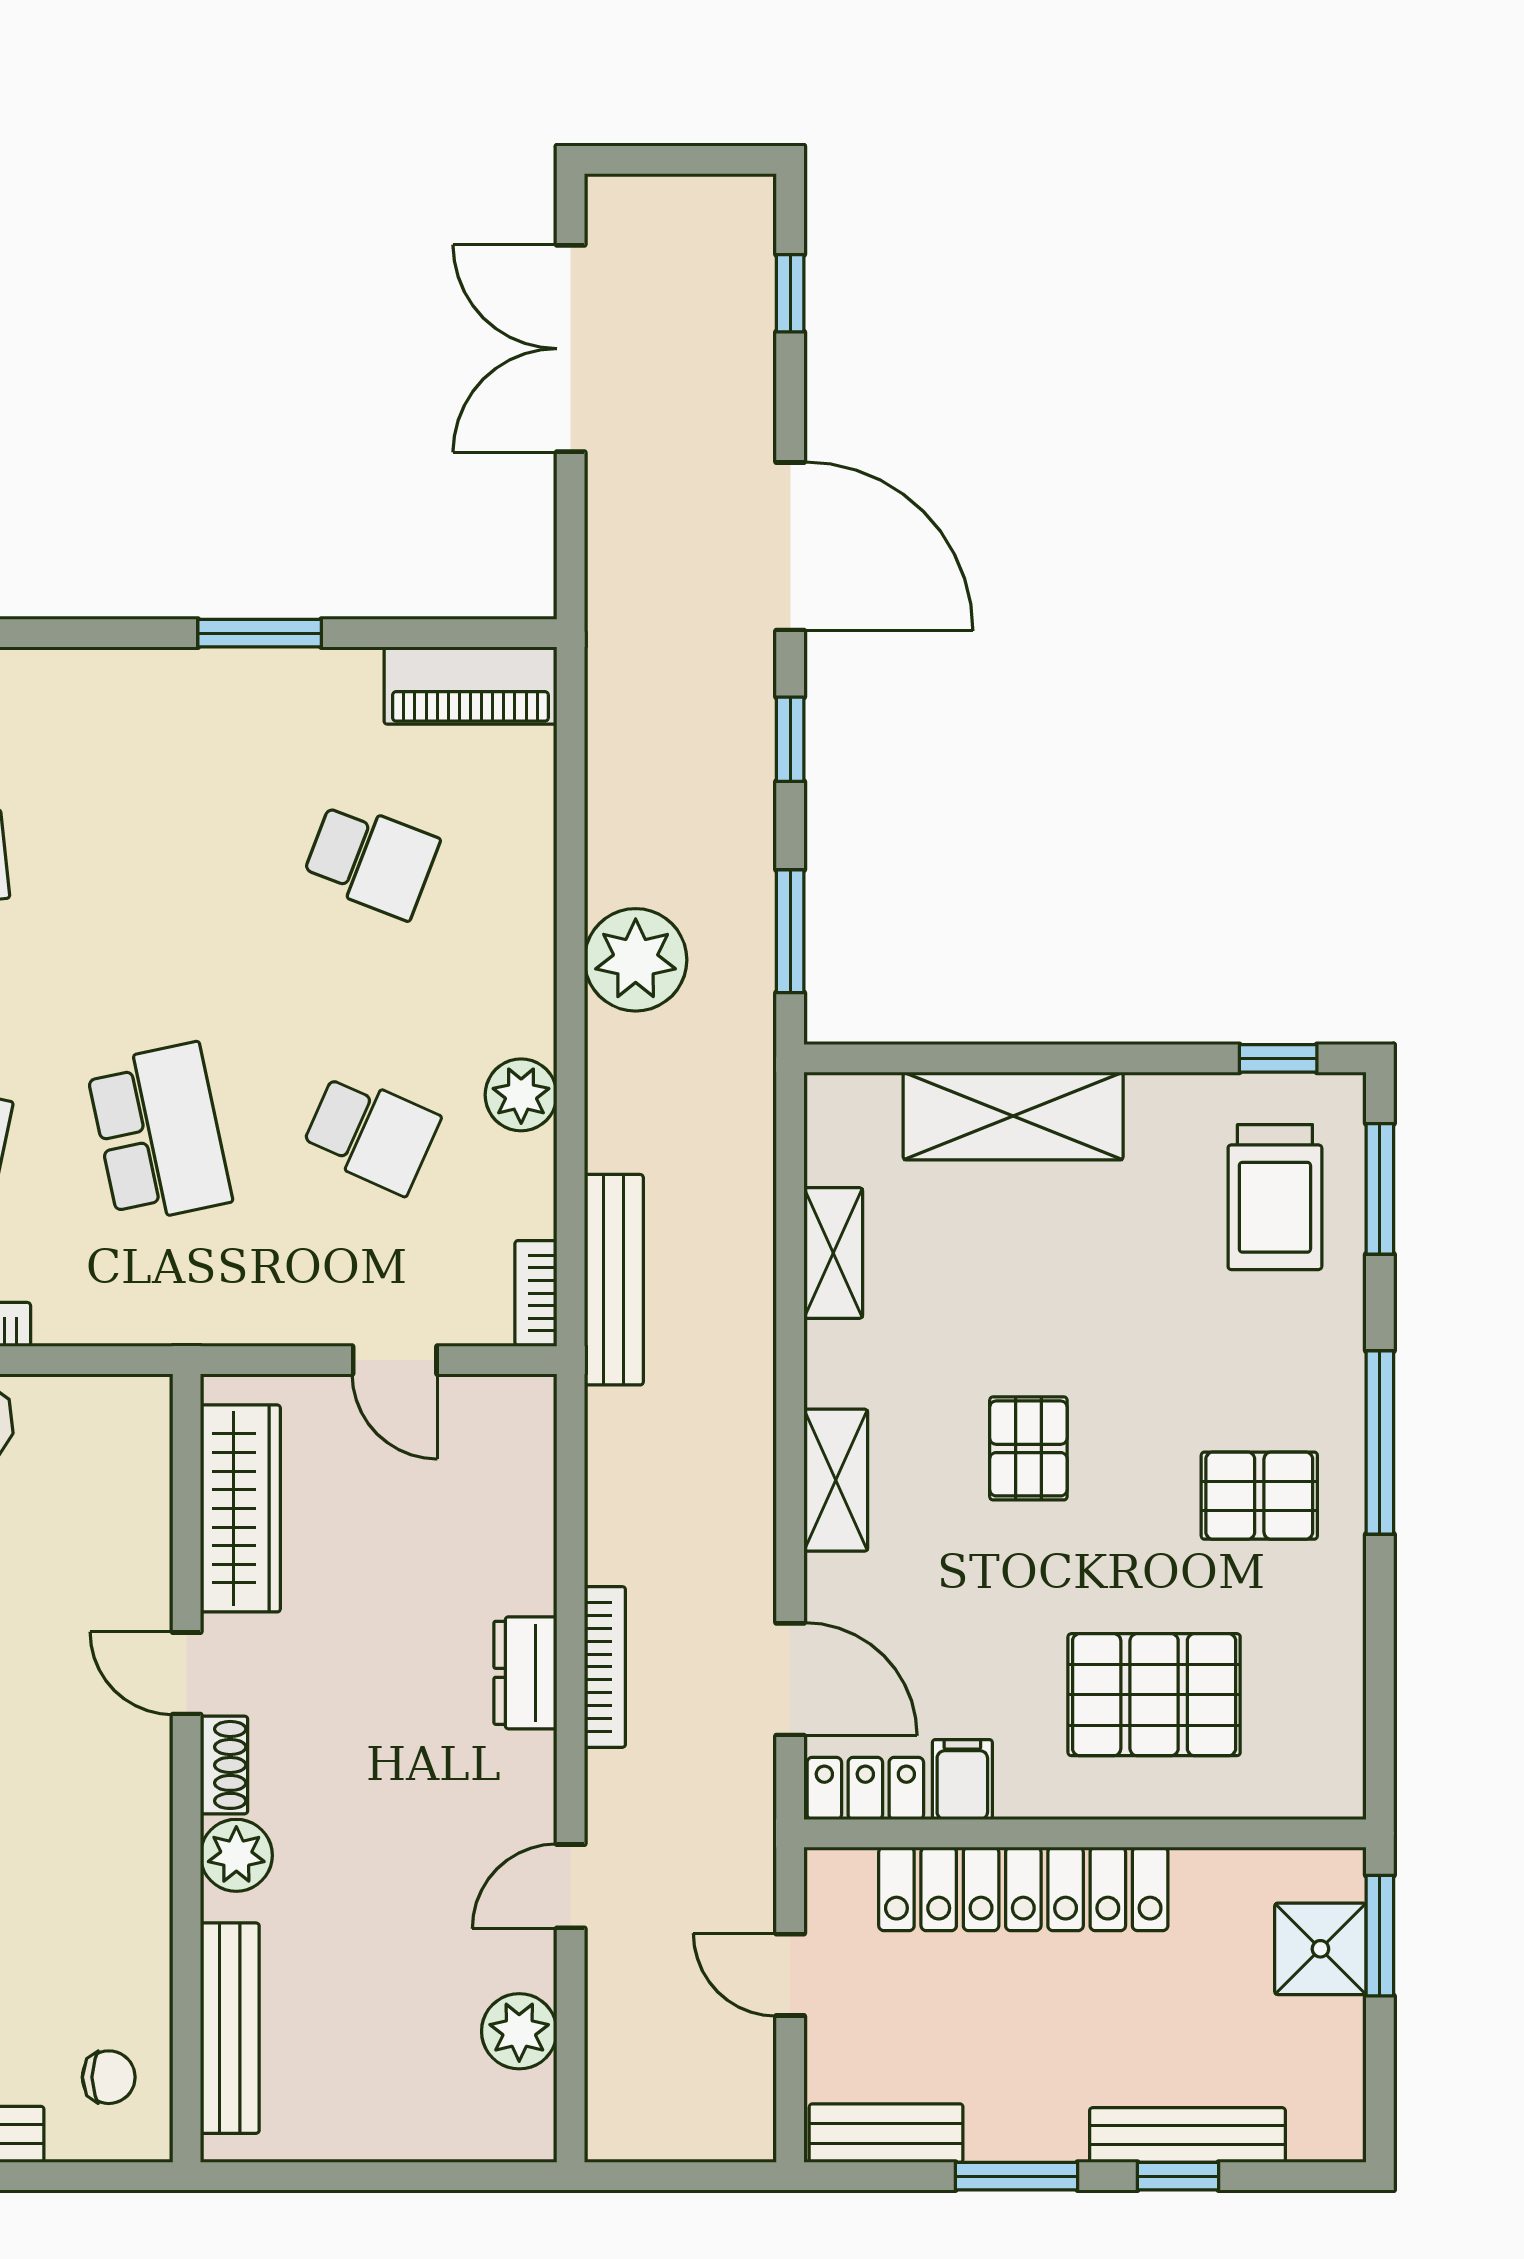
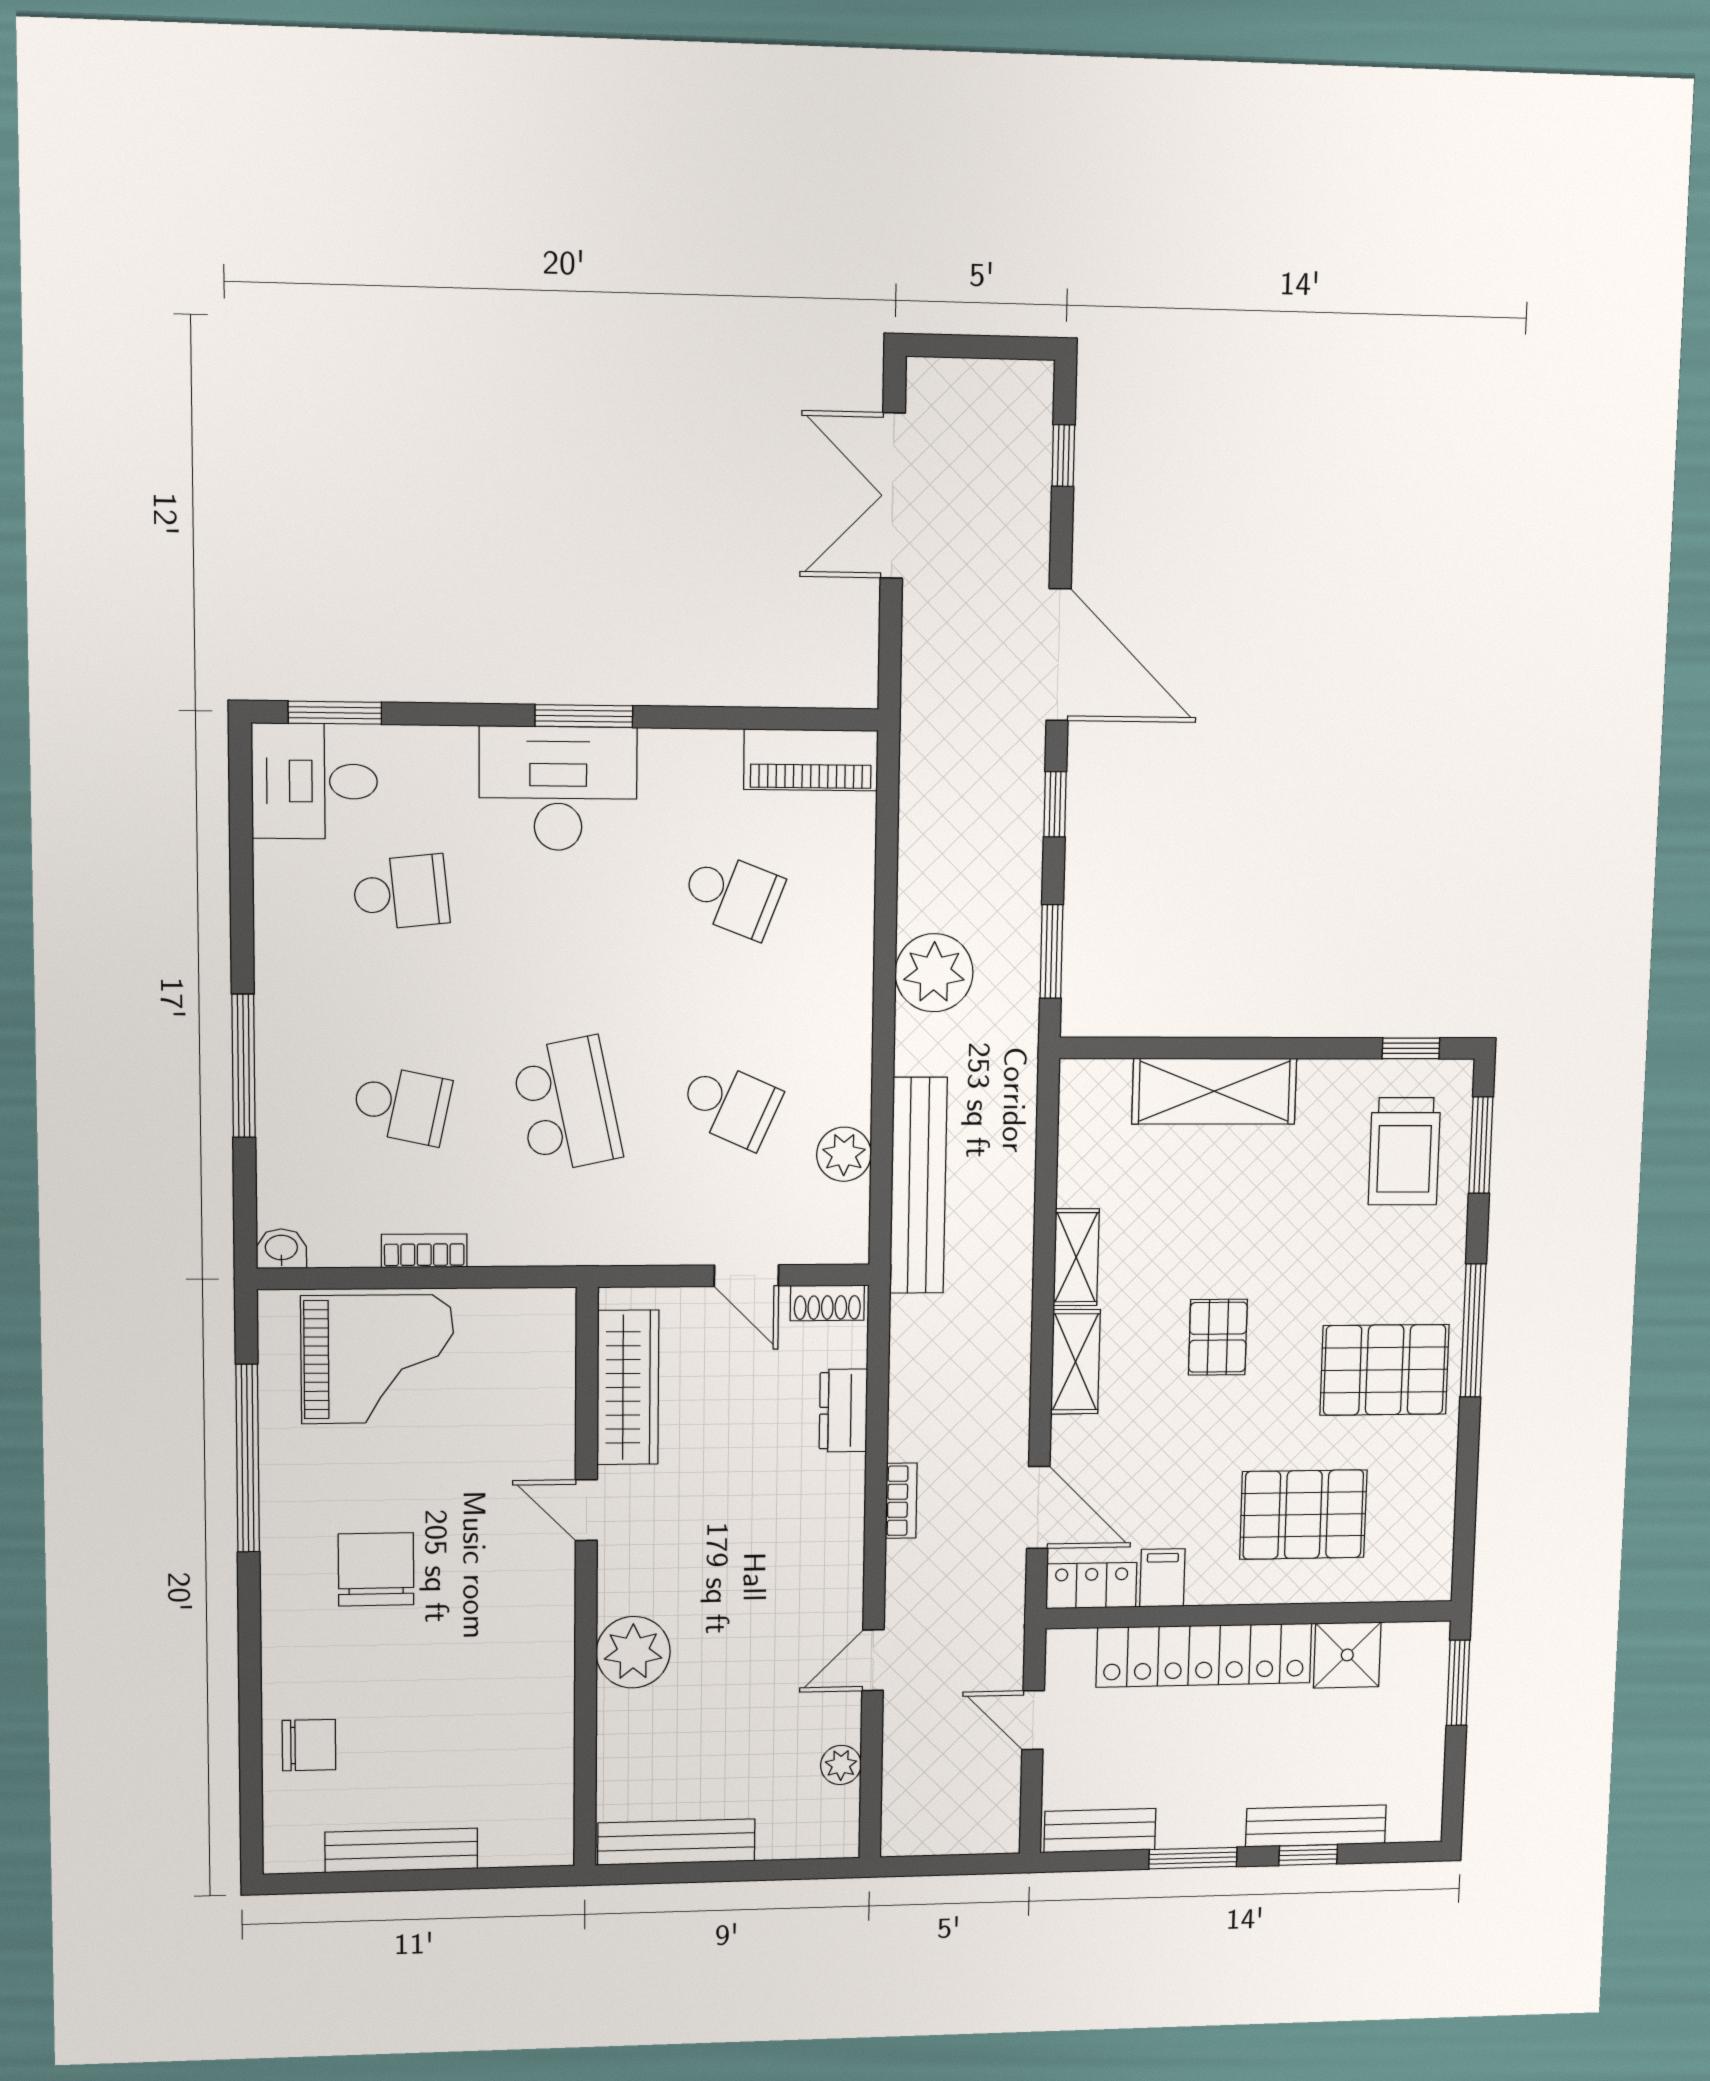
window: (260, 633) -> (584, 716), moved
desk: (147, 725) -> (558, 788), added
plant: (521, 1095) -> (844, 1154), moved
shelving: (833, 1253) -> (1076, 1257), moved
bench: (614, 1280) -> (918, 1186), width x1.37, depth x1.21
bookcase: (536, 1293) -> (854, 1225), removed
pallet: (1259, 1496) -> (1385, 1370), width x1.50, depth x1.42
bookcase: (605, 1667) -> (901, 1501), width x0.64
dresser: (525, 1673) -> (843, 1411), moved
shoe rack: (224, 1765) -> (827, 1303), moved, turned 90
plant: (236, 1855) -> (633, 1652), width x1.36, depth x1.36
shower: (1320, 1949) -> (1347, 1655), moved
bench: (230, 2028) -> (676, 1842), moved, turned 90
plant: (519, 2031) -> (841, 1765), width x0.73, depth x0.73
chair: (109, 2077) -> (526, 1806), removed

